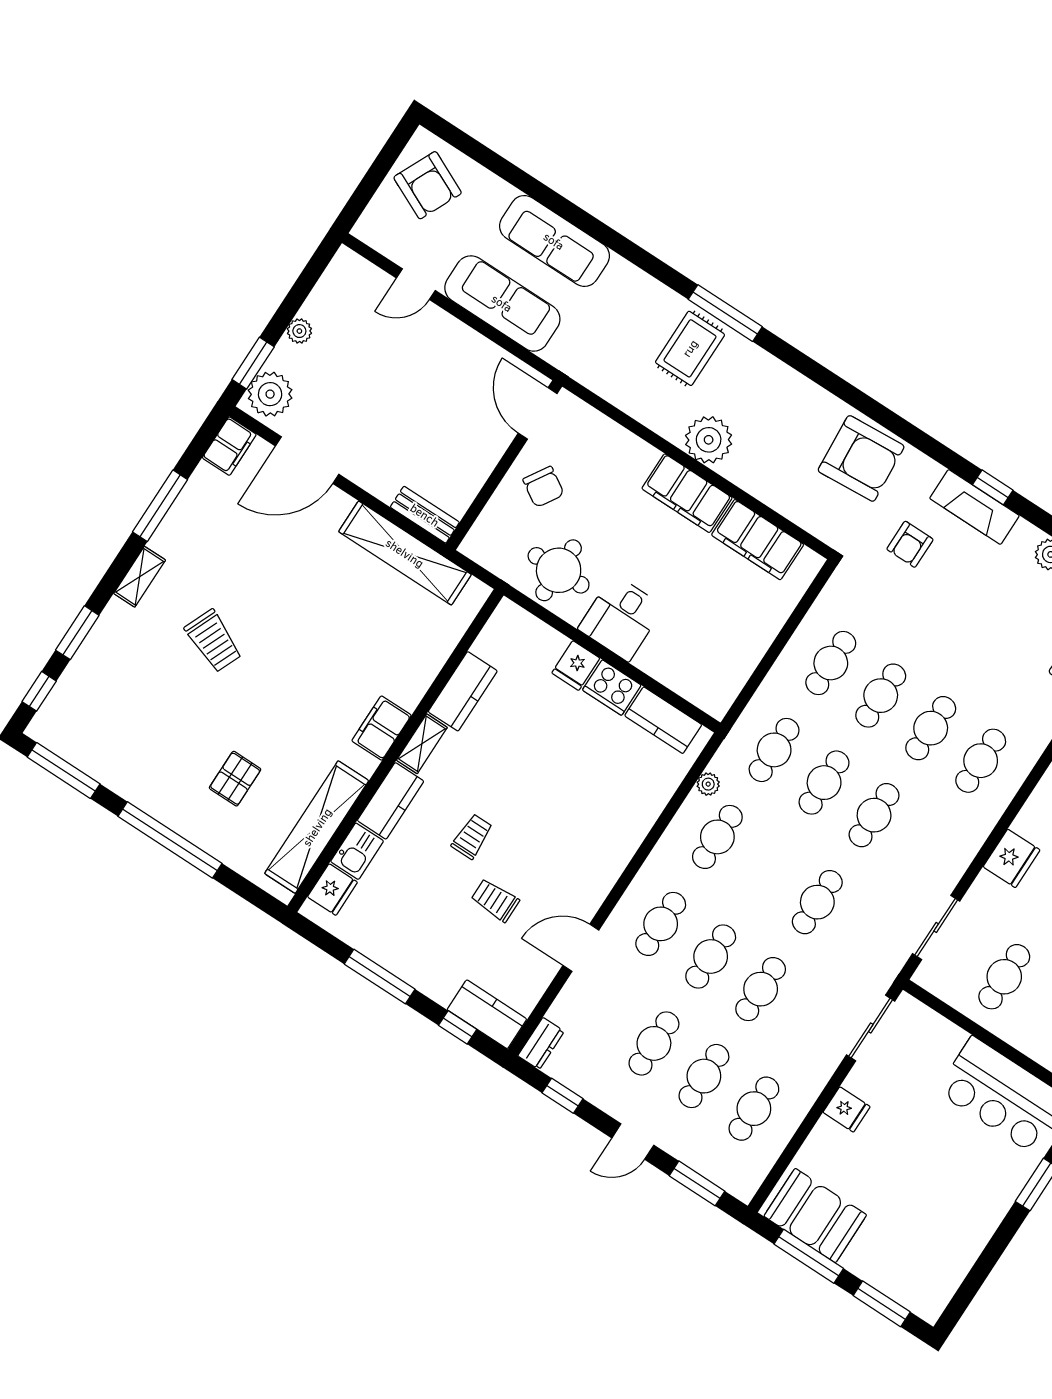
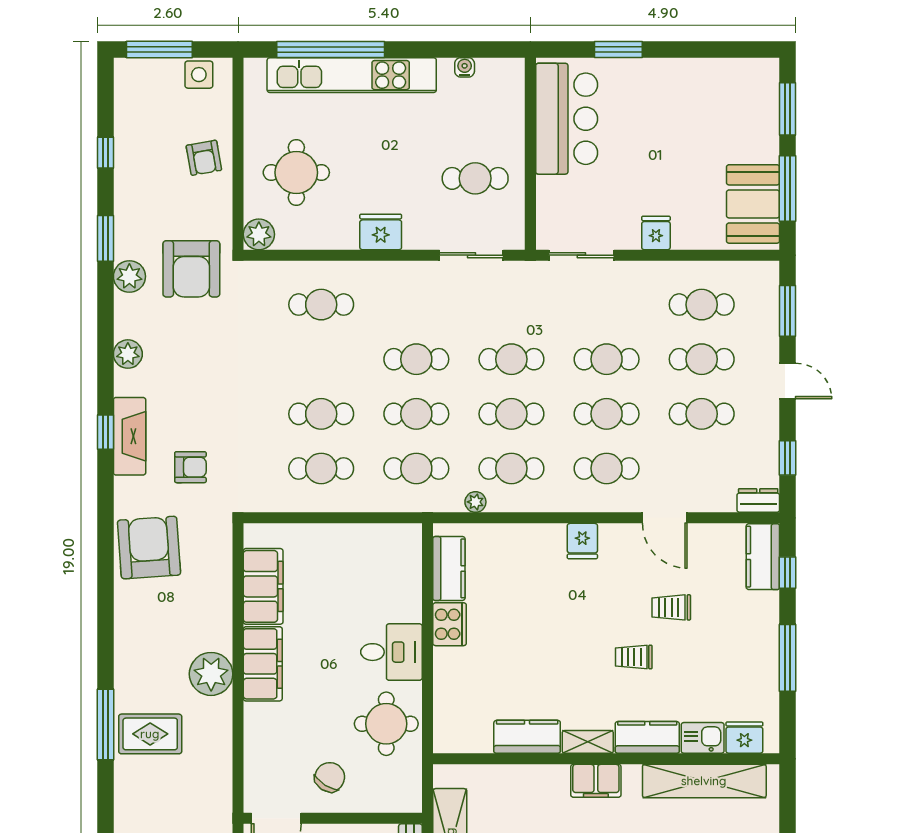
fridge: (576, 666) -> (582, 541), moved, turned 90
cafe table: (931, 728) -> (511, 414), moved
trolley: (495, 900) -> (671, 607), turned 90

